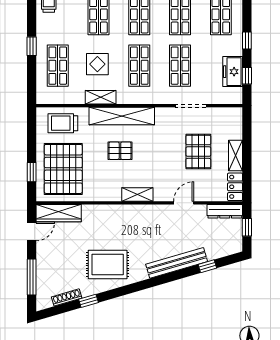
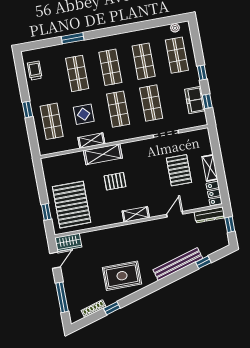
shelving: (122, 116) -> (103, 154), width x0.68
trolley: (63, 123) -> (64, 167), removed
wardrobe: (59, 213) -> (68, 242), width x0.67

